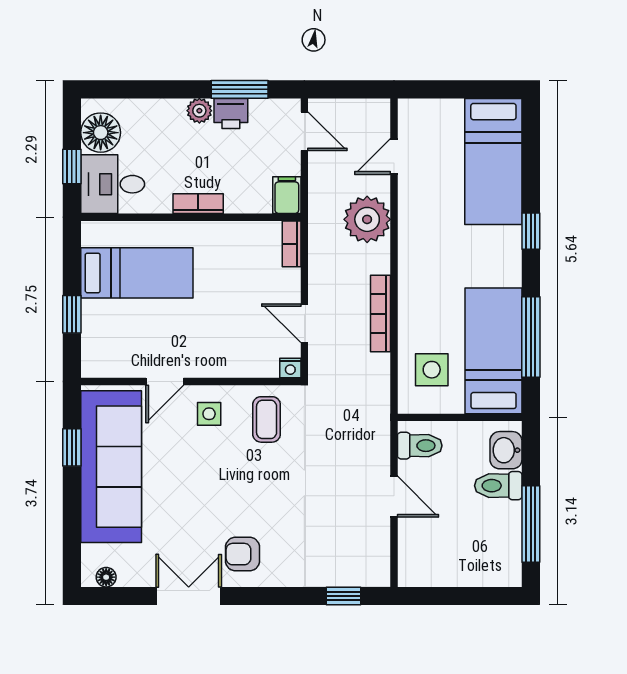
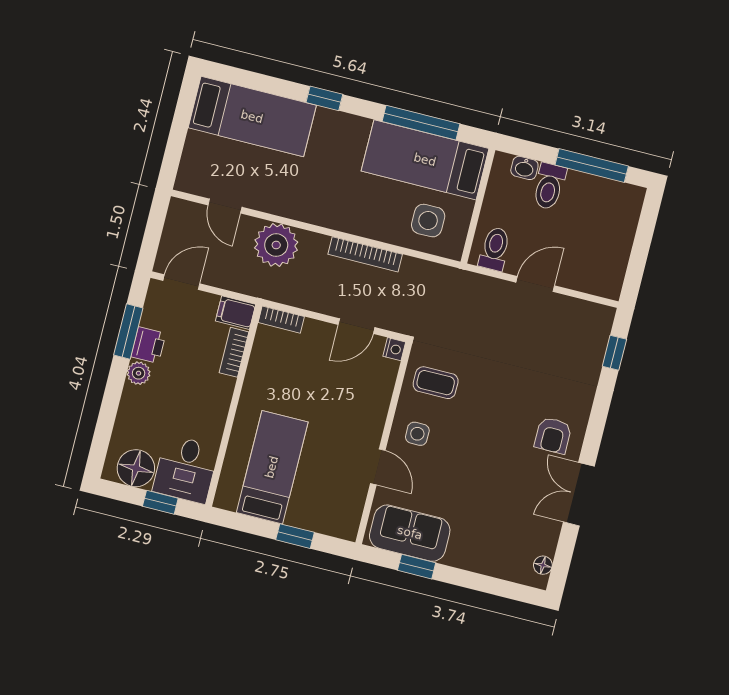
bookcase: (198, 204) -> (234, 352), moved
washbasin: (506, 450) -> (524, 168), width x0.72, depth x0.69
sofa: (111, 467) -> (410, 533), width x0.54, depth x0.79

